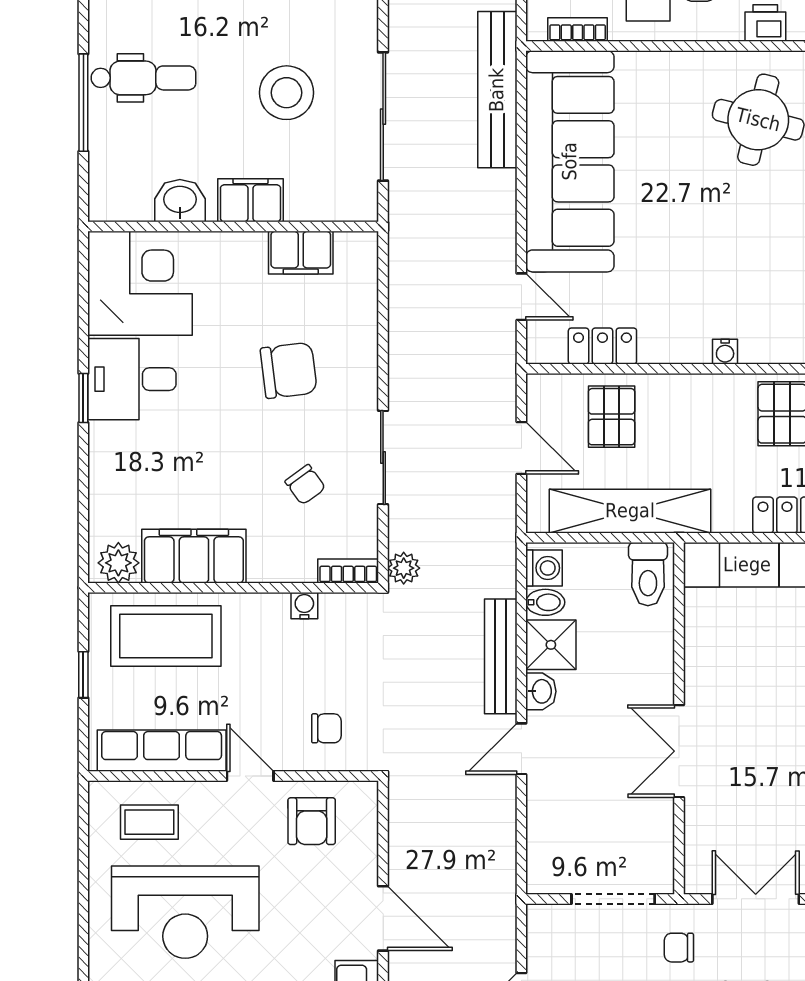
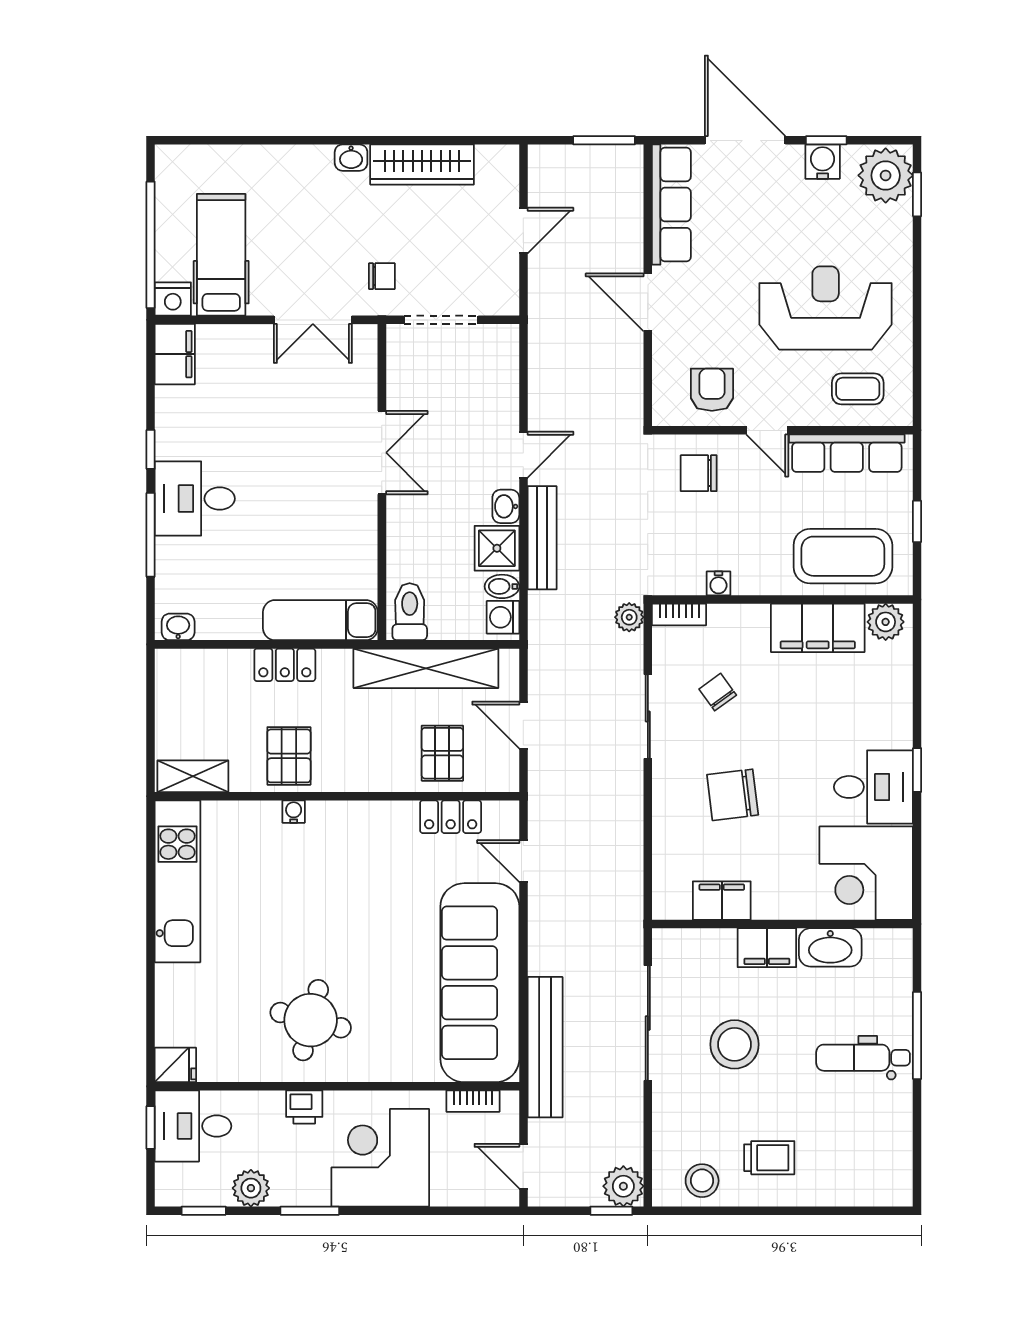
washbasin: (180, 201) -> (830, 947), width x1.38
water cooler: (725, 352) -> (294, 812), moved
chair: (326, 728) -> (699, 473), width x1.37, depth x1.37

